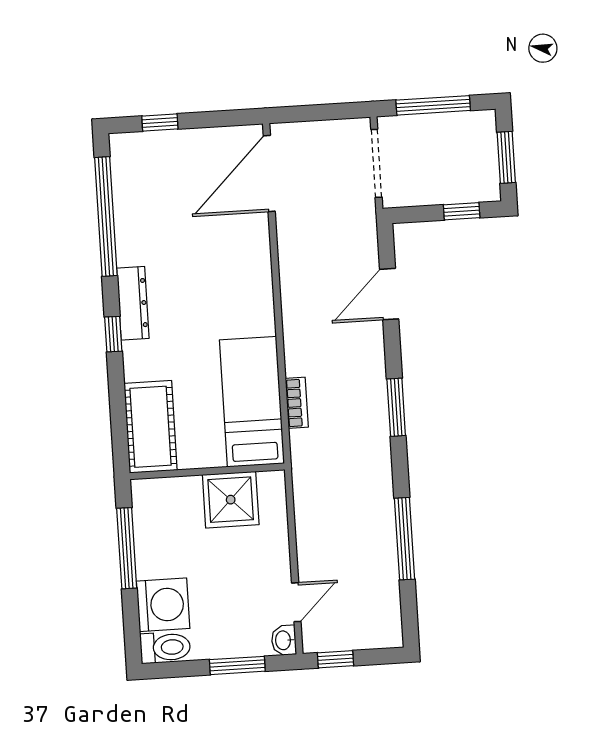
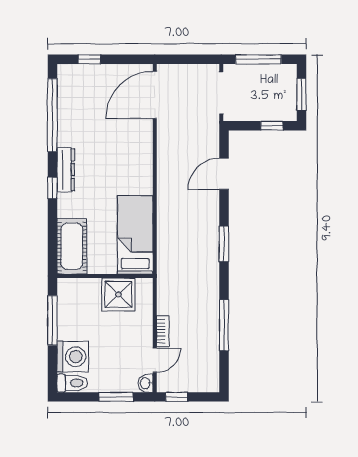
bookcase: (297, 403) -> (163, 331), moved

